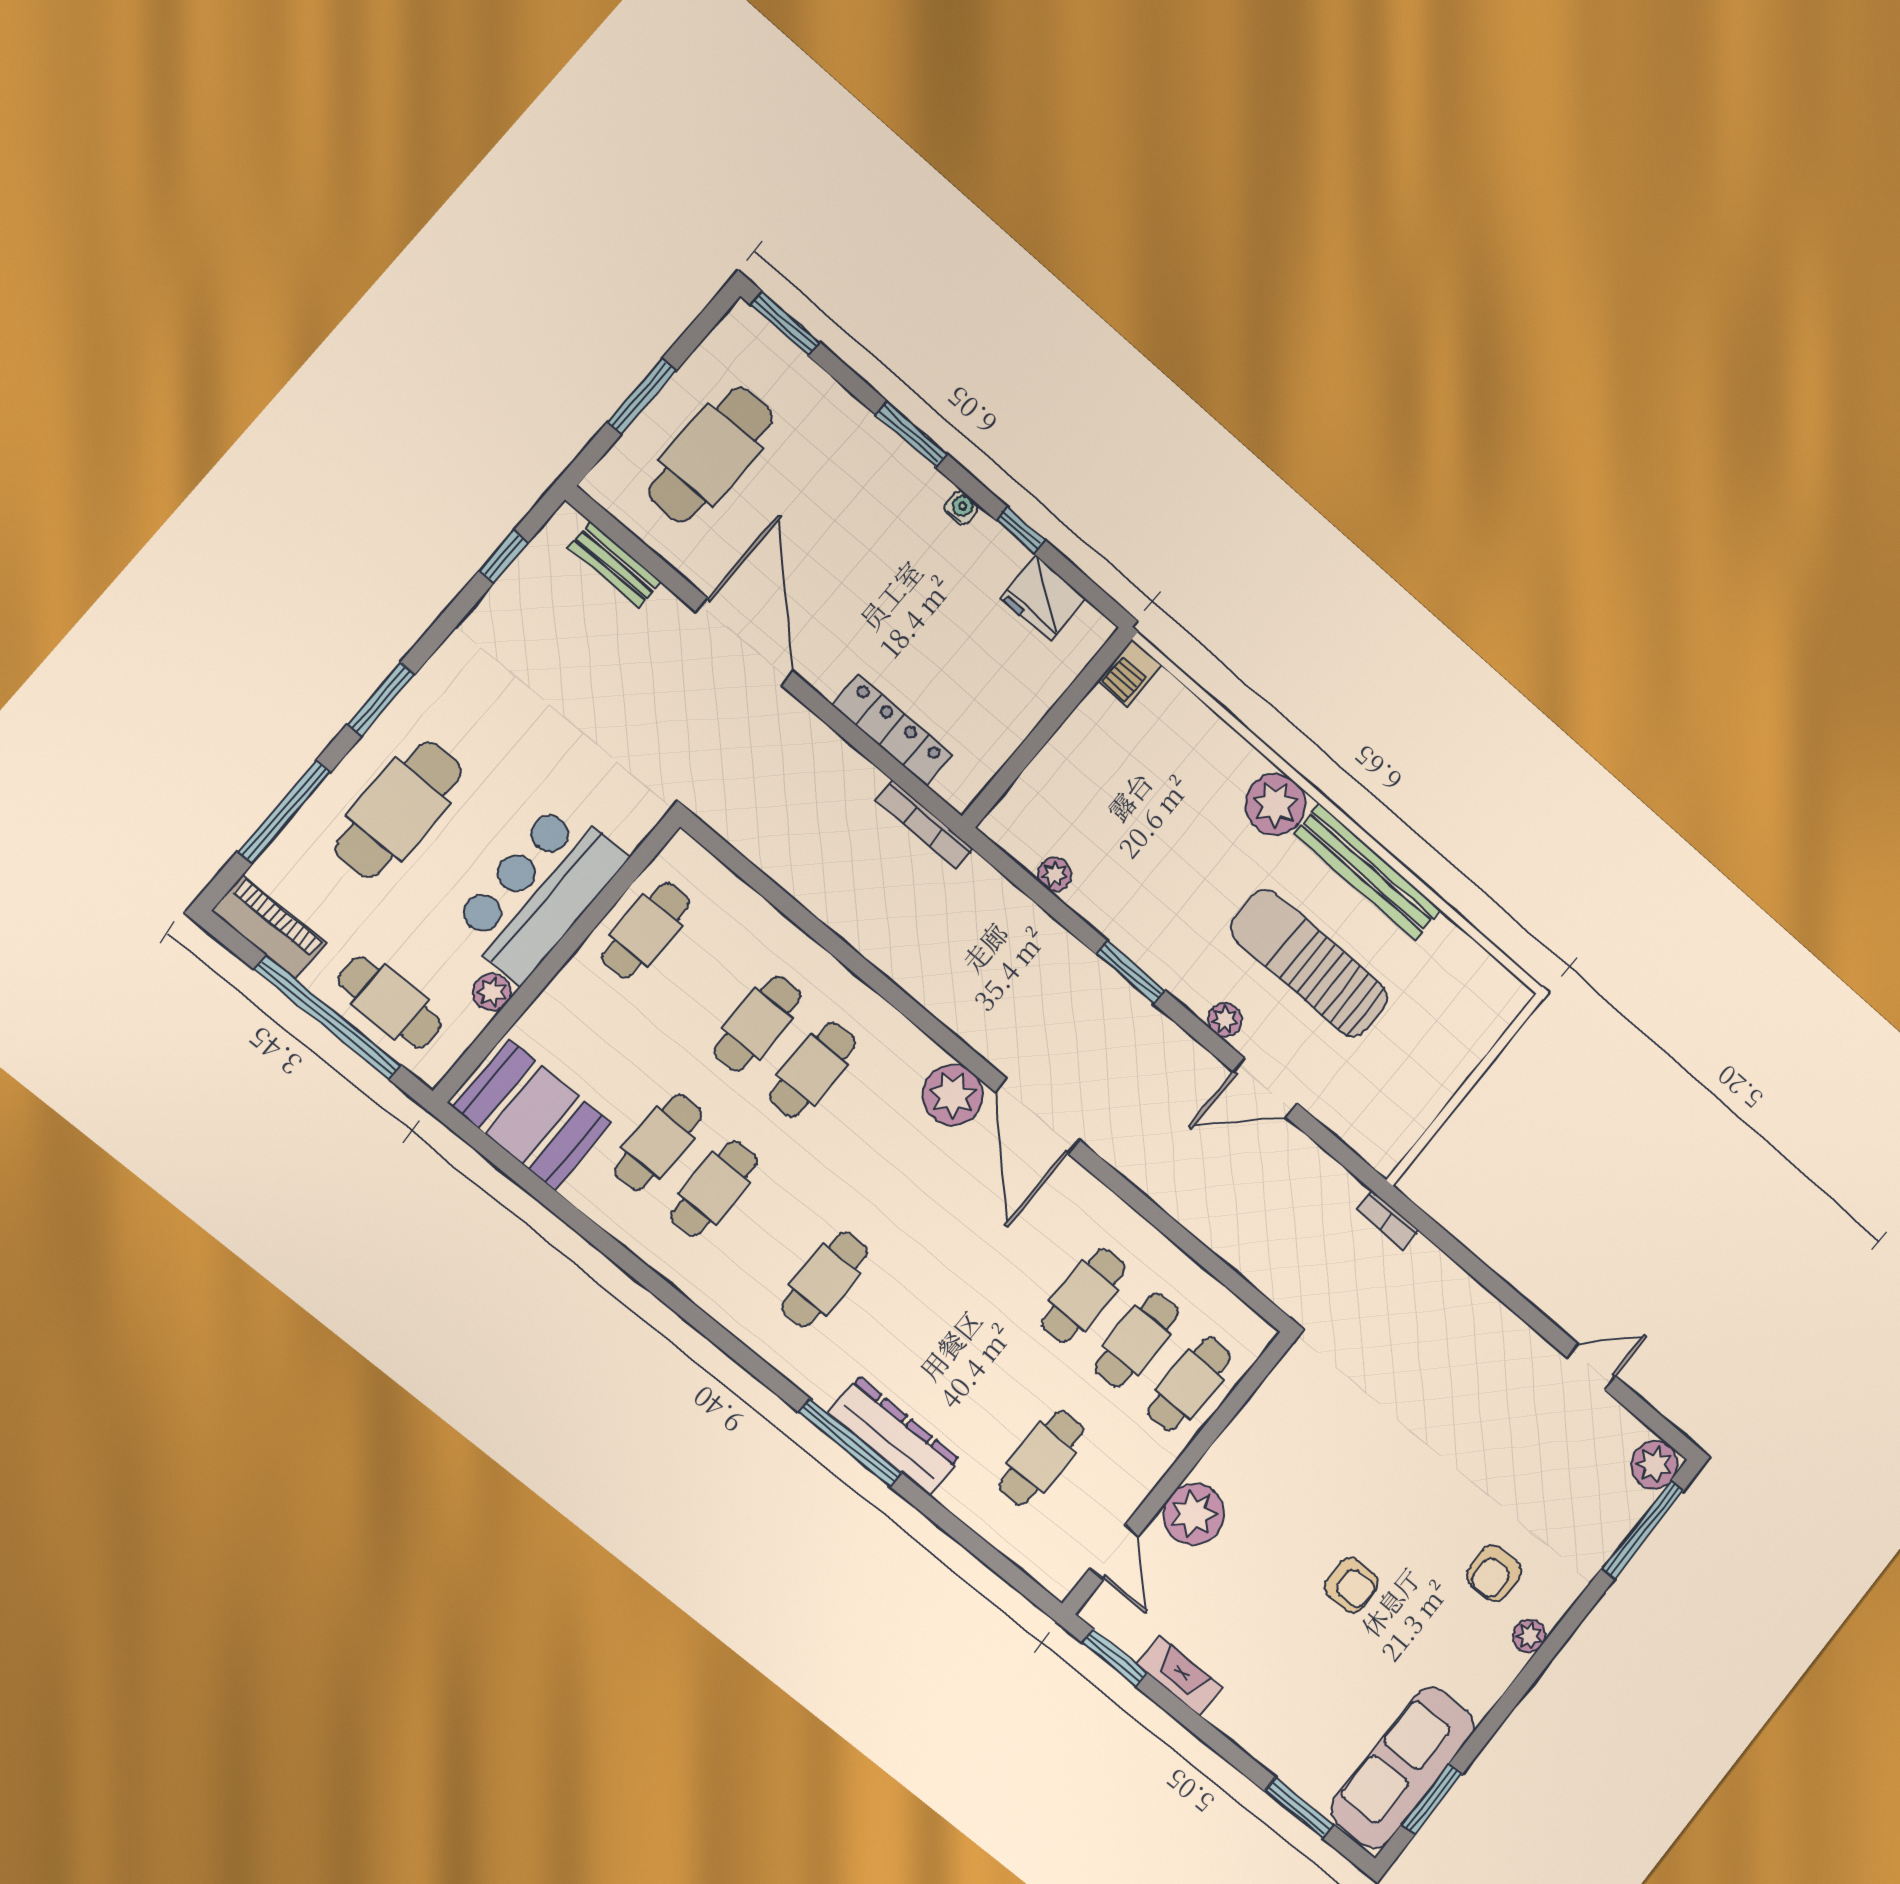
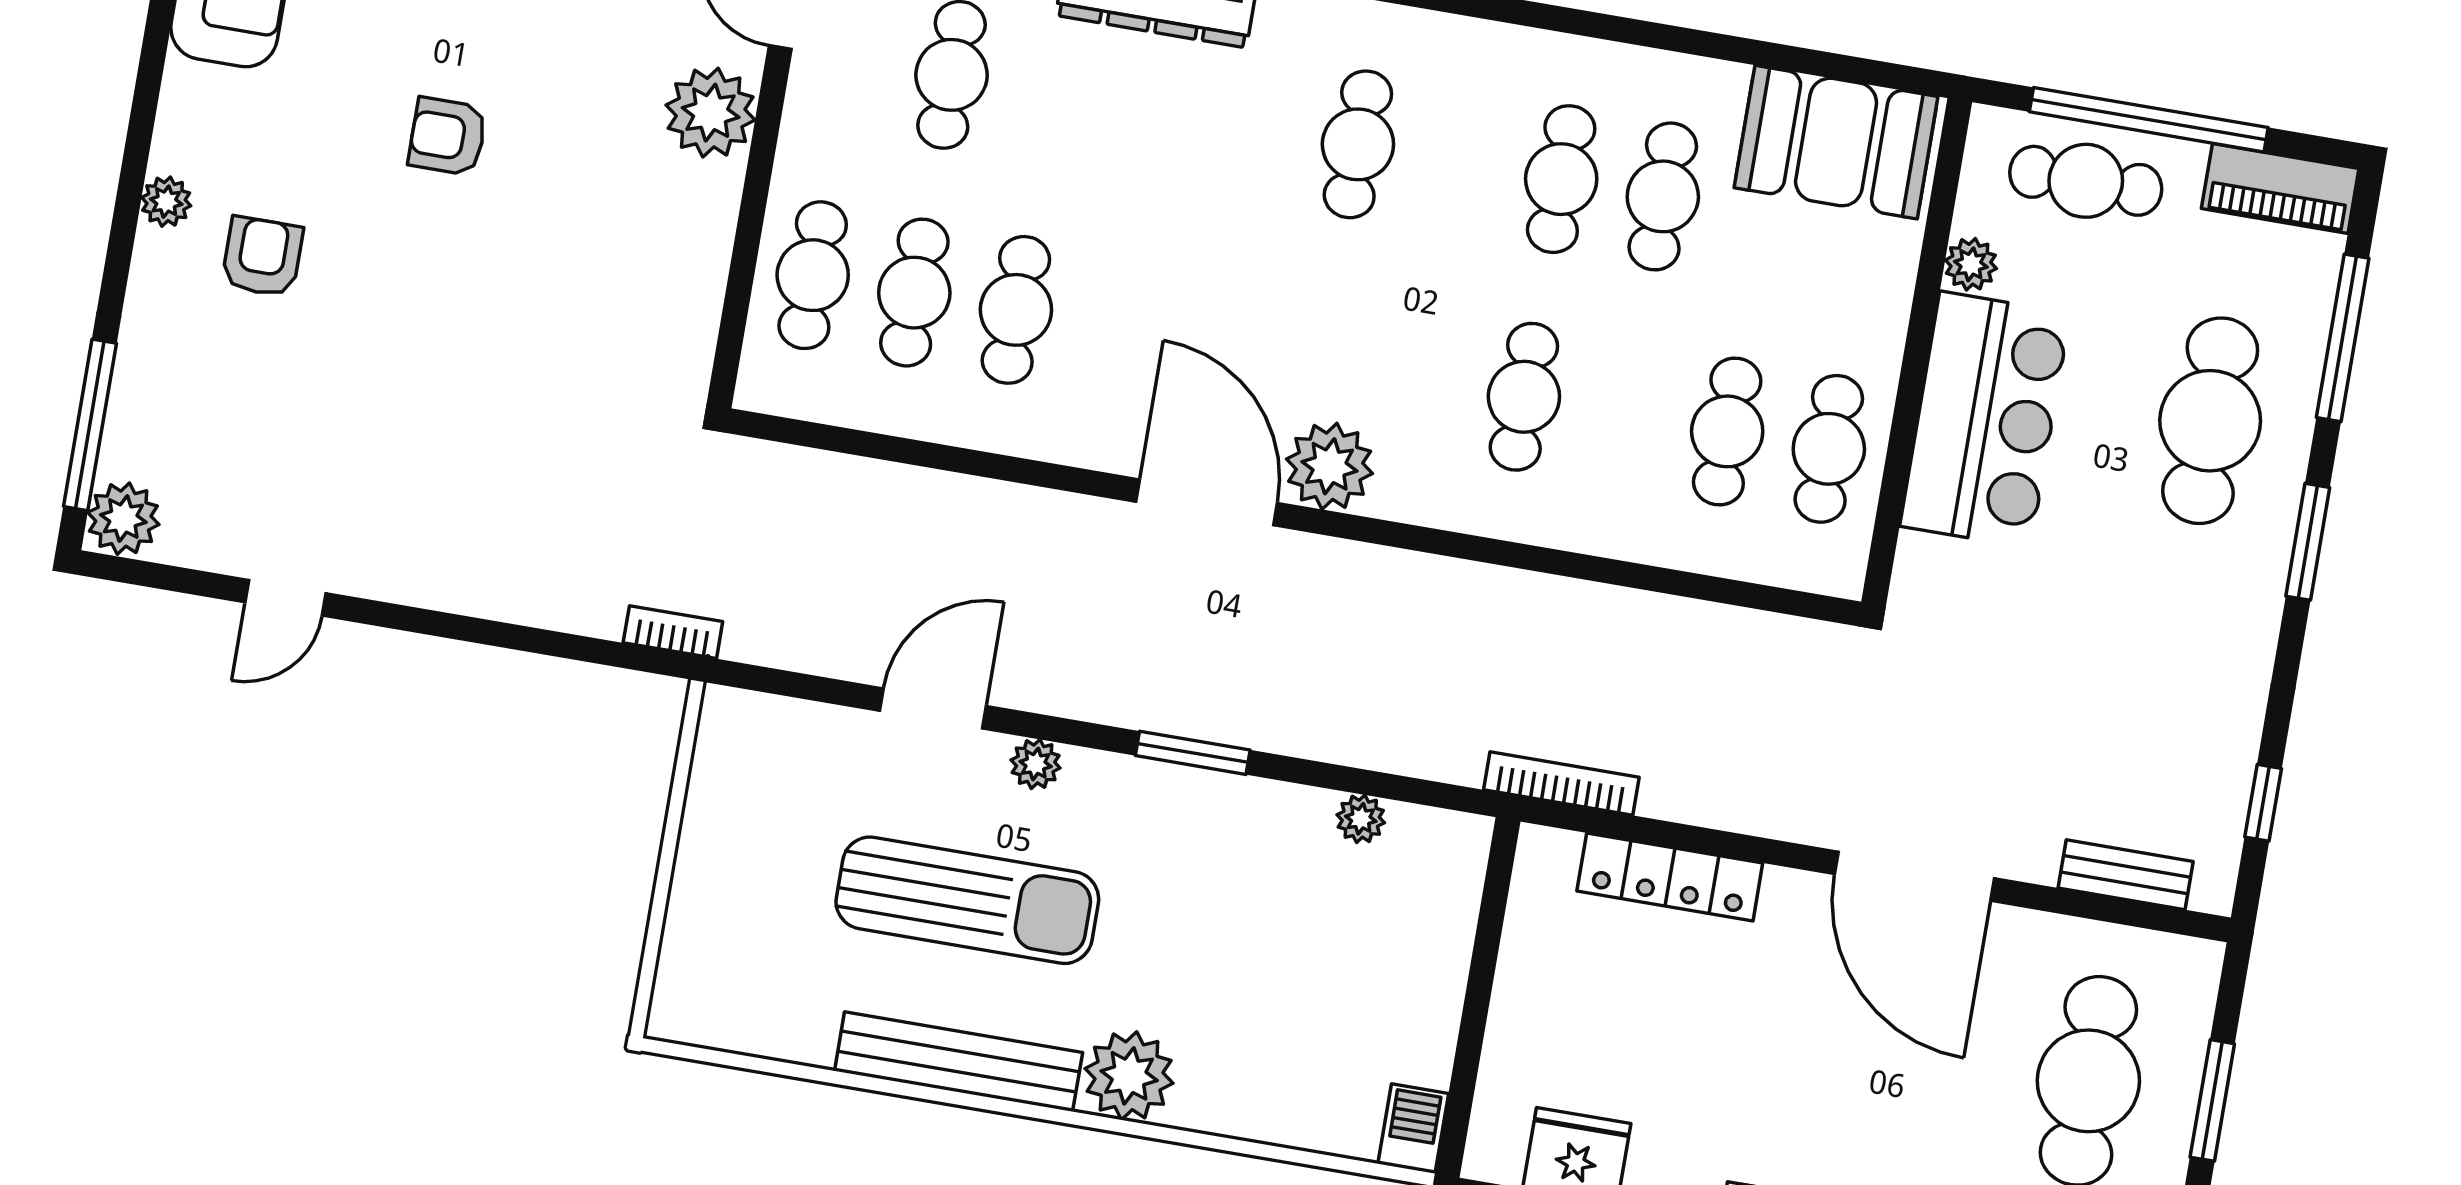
cafe table: (757, 1024) -> (1727, 431), moved

